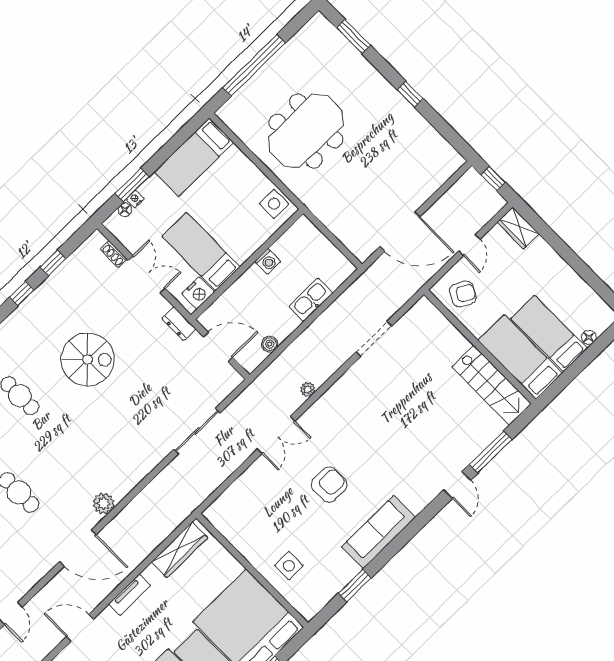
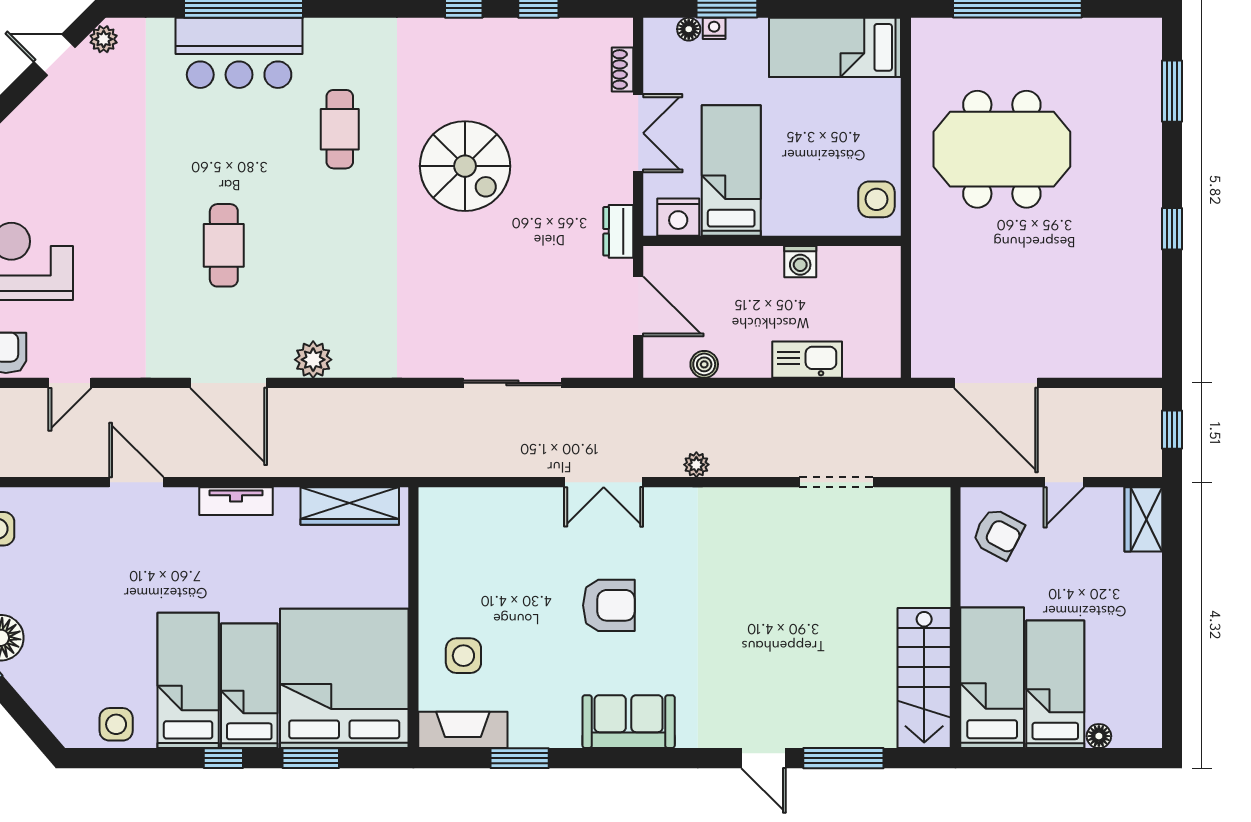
door: (457, 485) -> (763, 758), hinge flipped
sofa: (378, 532) -> (629, 722), width x0.73
fireplace: (319, 597) -> (463, 730), added

